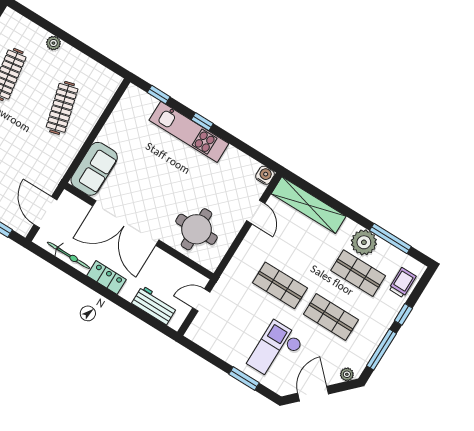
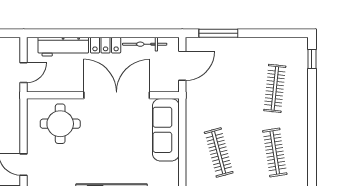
sofa: (94, 169) -> (166, 130), width x1.36
door: (45, 212) -> (182, 66), hinge flipped
workbench: (154, 305) -> (63, 47), width x1.38

